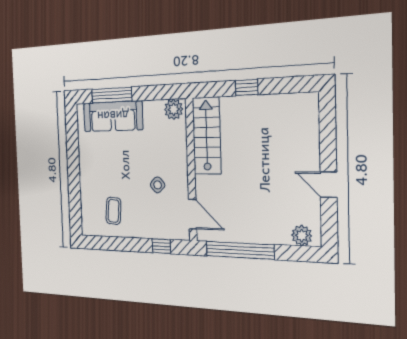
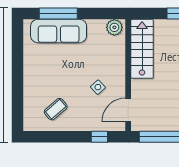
coffee table: (113, 211) -> (56, 109), turned 44
door: (193, 214) -> (128, 110), swing flipped

